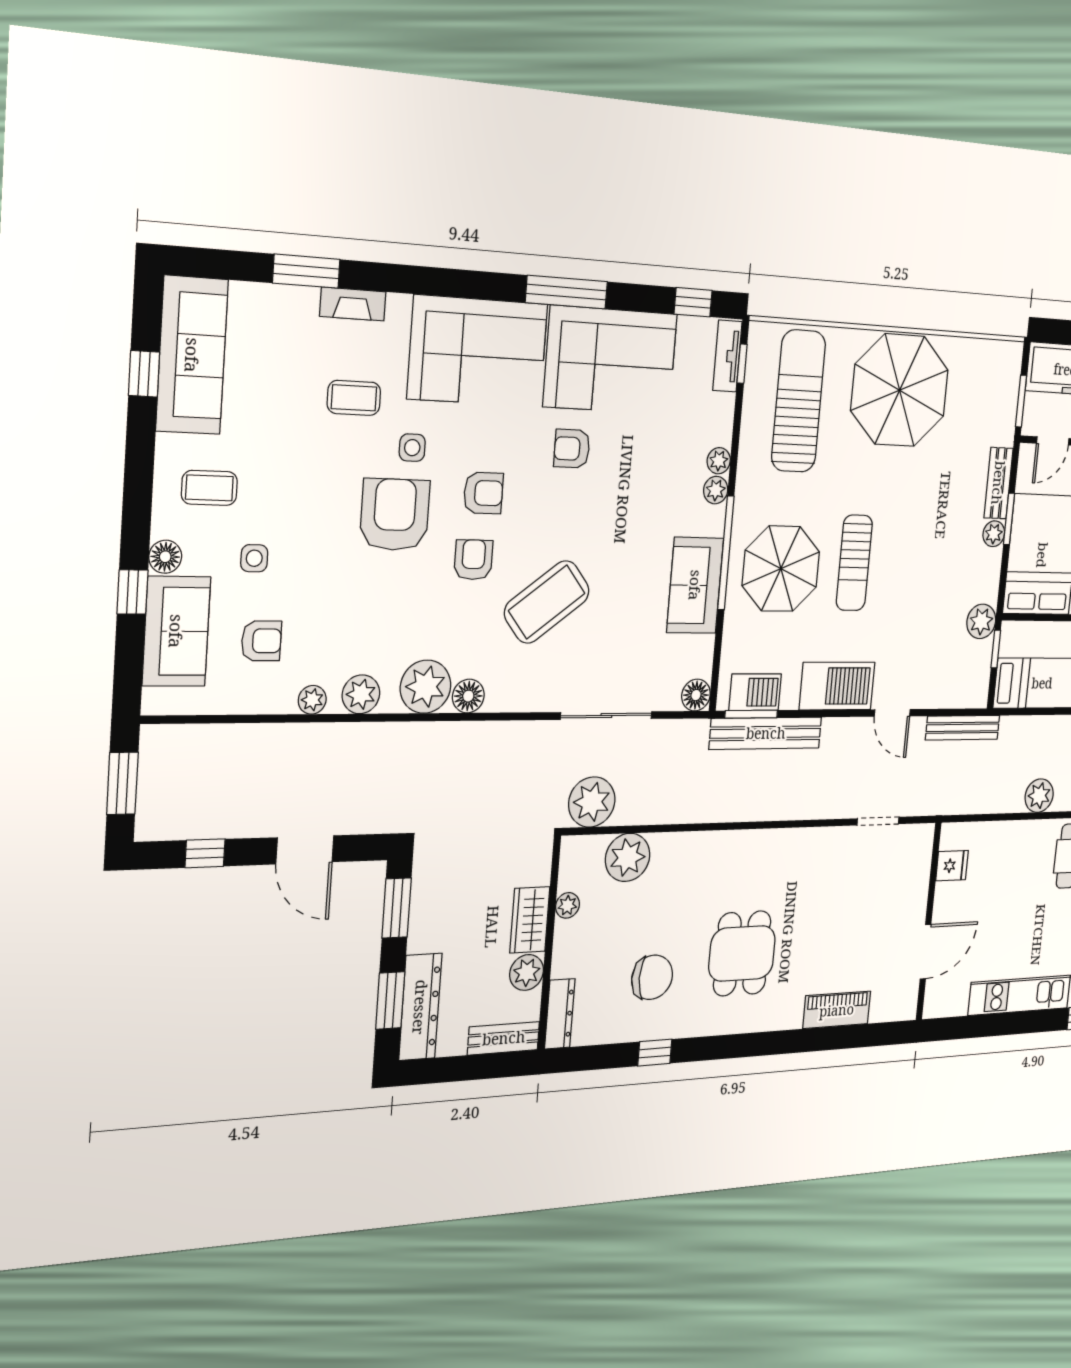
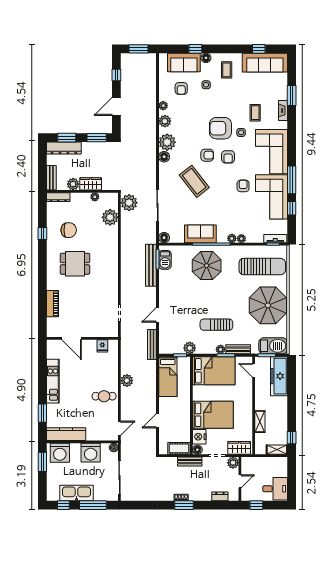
window: (693, 302) -> (292, 208), moved
armchair: (395, 515) -> (220, 128), turned 180
sun lounger: (854, 563) -> (216, 325), moved
barbecue: (837, 686) -> (273, 346), moved, turned -90
chair: (652, 977) -> (69, 230), turned -90

